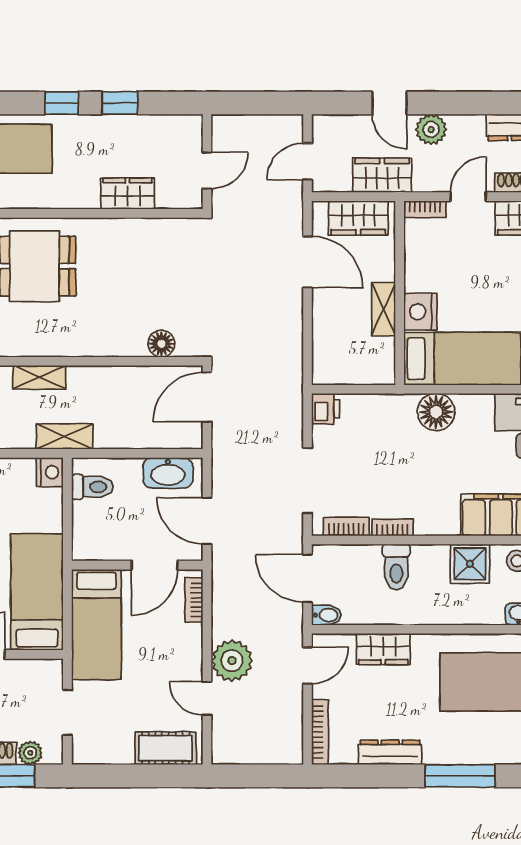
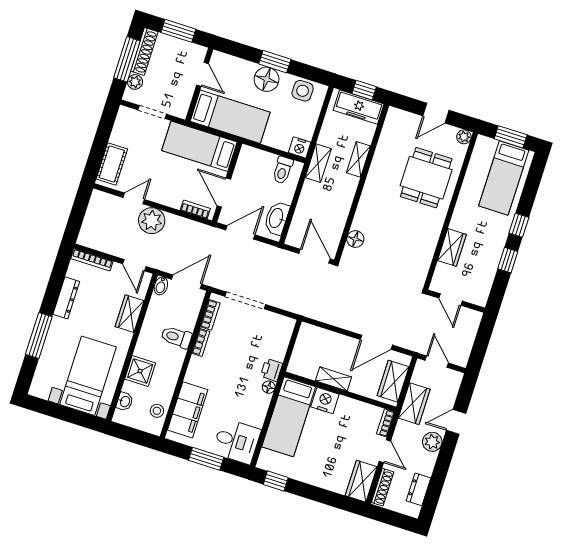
printer: (326, 409) -> (271, 370), moved, turned 90
floor lamp: (436, 412) -> (269, 387), width x0.53, depth x0.53
shower: (470, 564) -> (140, 371), moved

